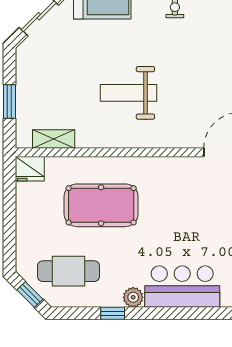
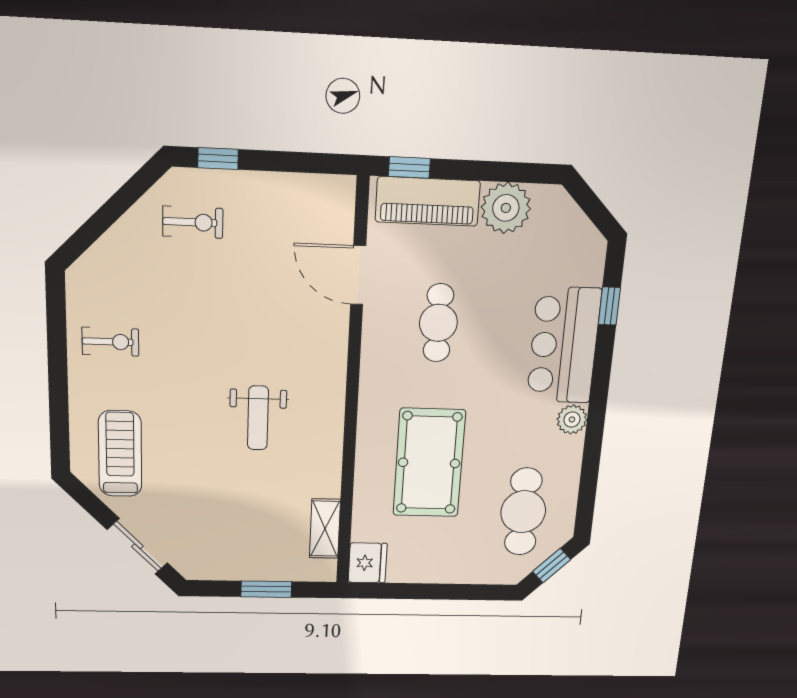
weight bench: (129, 93) -> (258, 418), width x0.73, depth x0.75
cafe table: (194, 205) -> (438, 323), added
window: (113, 313) -> (609, 306), moved

